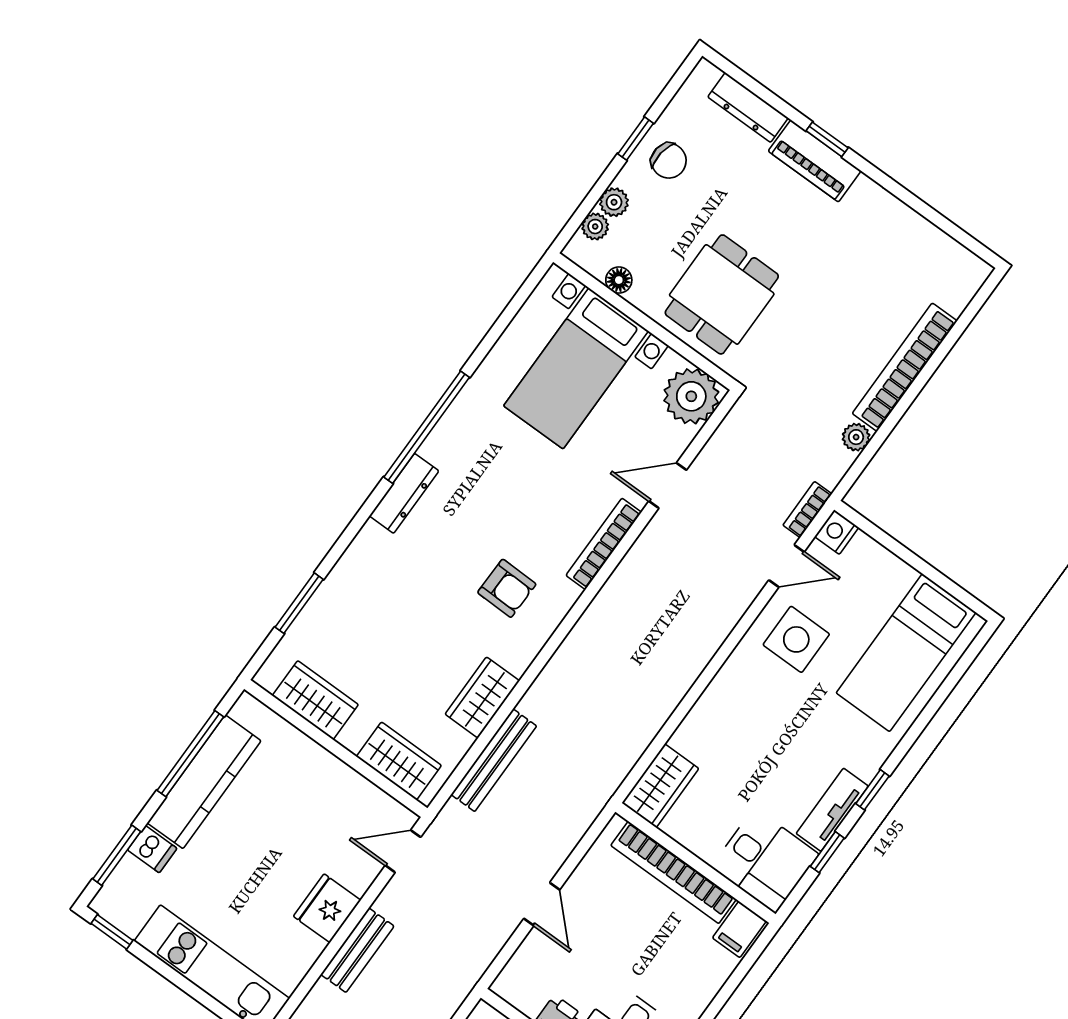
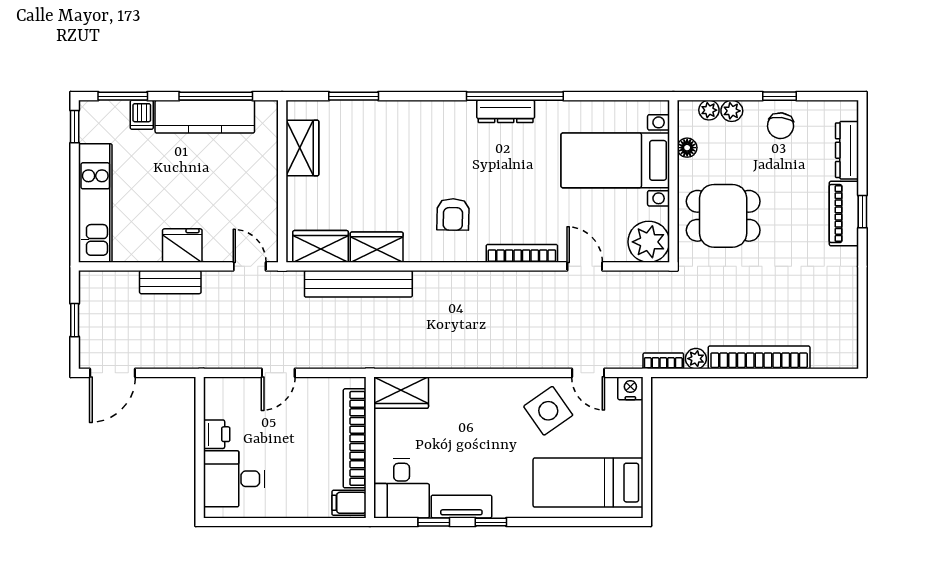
dresser: (404, 493) -> (506, 111), moved
bookcase: (807, 510) -> (663, 361), moved
side table: (796, 639) -> (548, 411), turned -35
bench: (494, 760) -> (358, 284), width x1.37, depth x1.21
wardrobe: (399, 761) -> (321, 246), moved, turned -90

